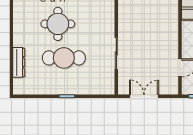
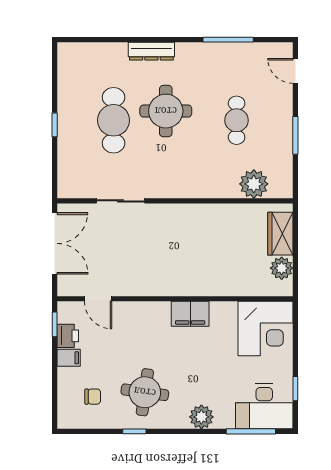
dresser: (19, 62) -> (151, 51), moved
double door: (144, 96) -> (55, 243), width x1.37

